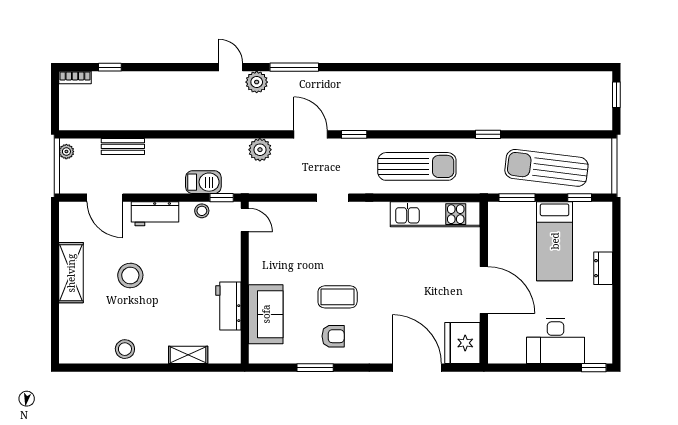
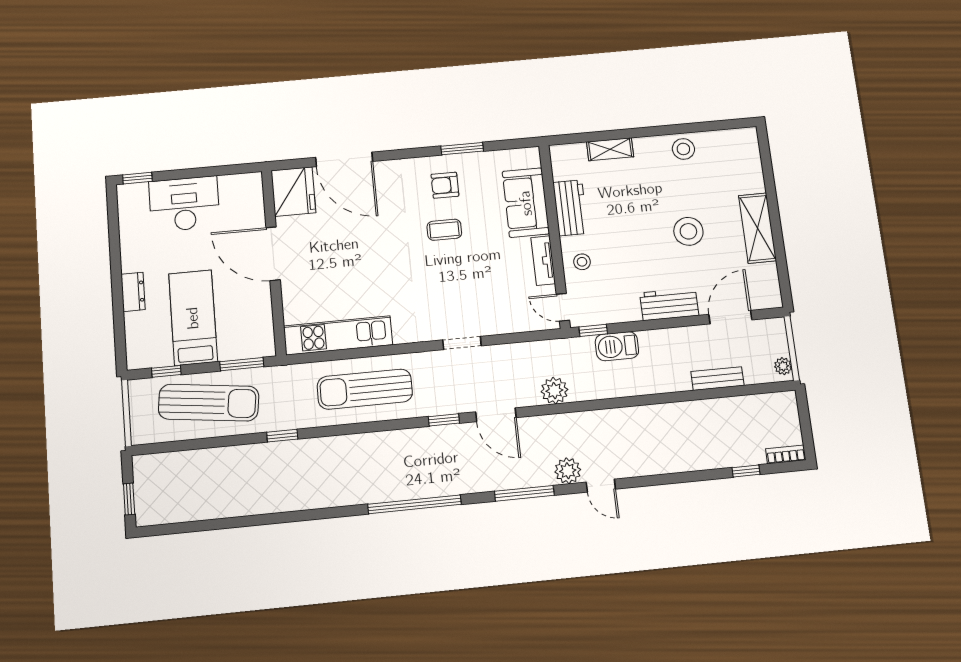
window: (385, 67) -> (415, 504), added
door: (105, 198) -> (730, 317), hinge flipped
stool: (202, 211) -> (582, 262), moved
tv unit: (257, 262) -> (543, 261), added
coffee table: (338, 297) -> (444, 230), width x0.73, depth x0.77

